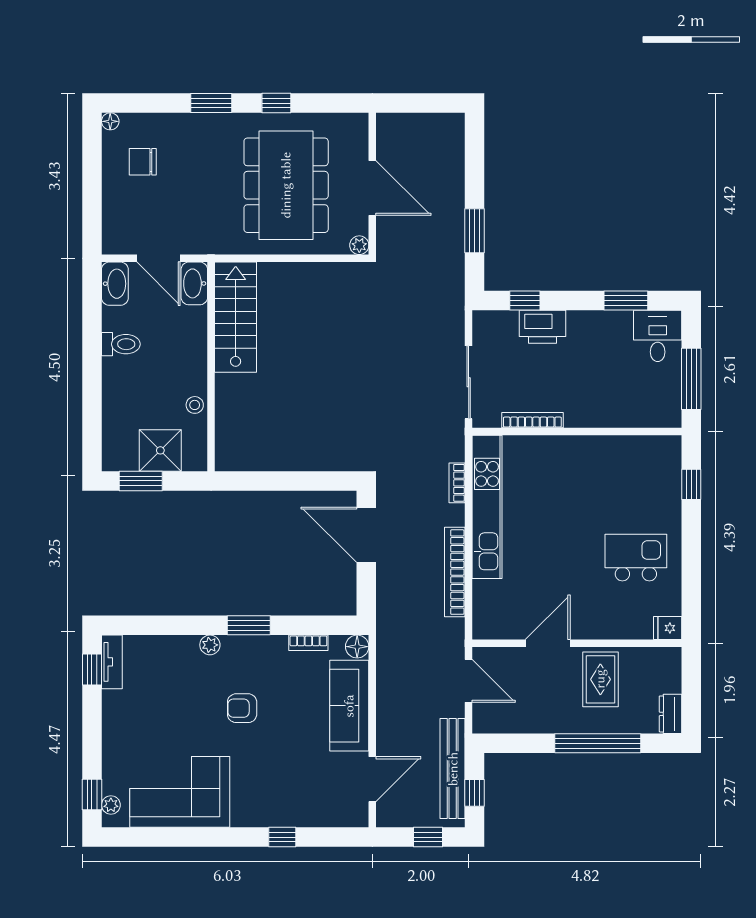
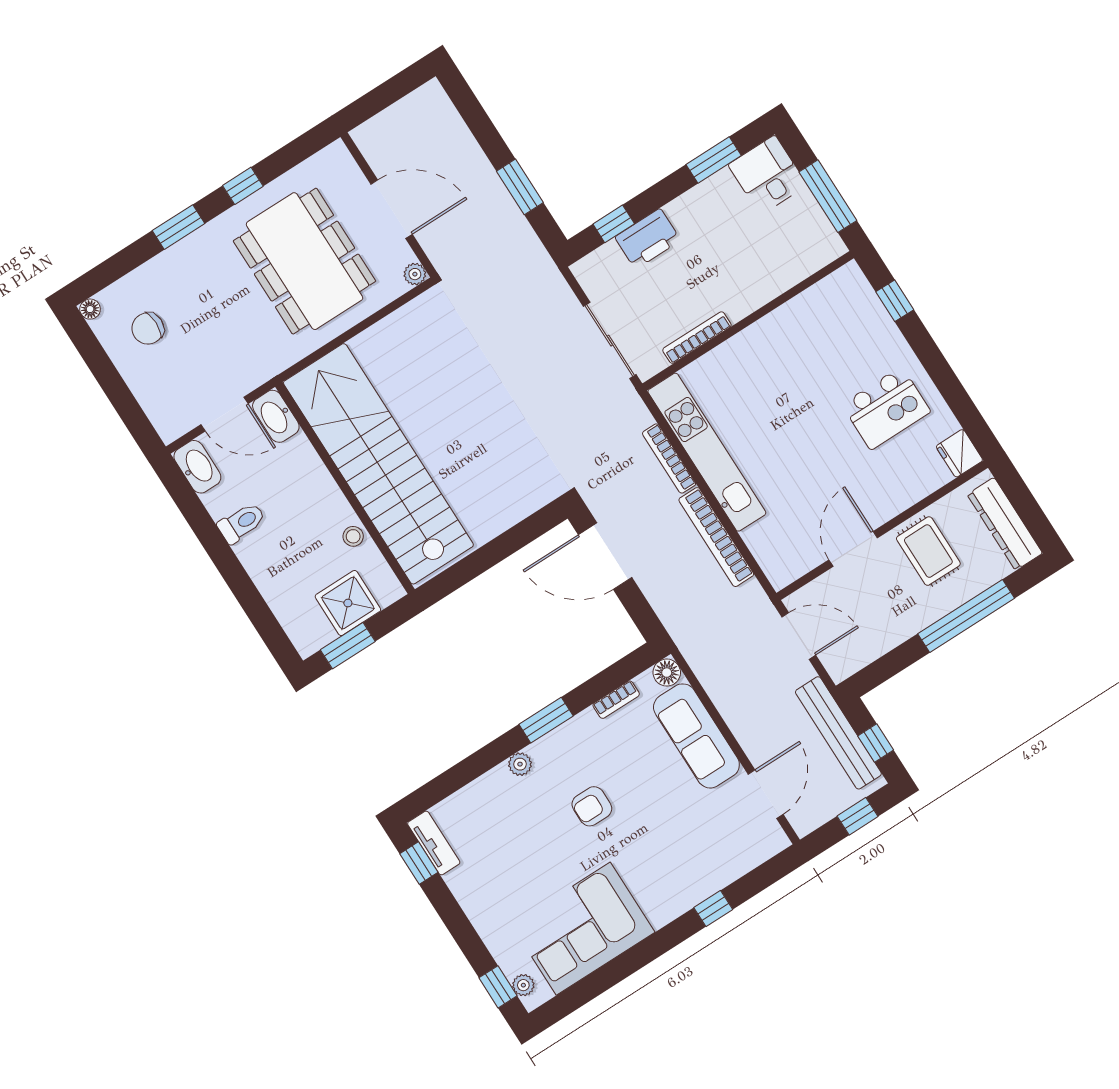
stairs: (236, 317) -> (378, 464), width x1.86, depth x1.51
bookcase: (457, 483) -> (669, 458), width x1.56
kitchen island: (636, 558) -> (886, 408), turned 180
fridge: (668, 628) -> (959, 453), width x1.38
dresser: (671, 714) -> (1005, 524), width x1.96, depth x1.24

